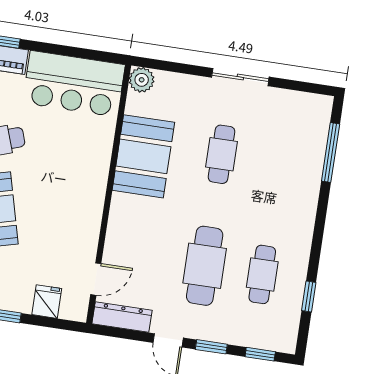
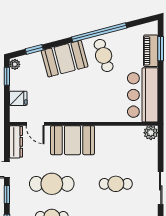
booth: (143, 156) -> (72, 140), moved

